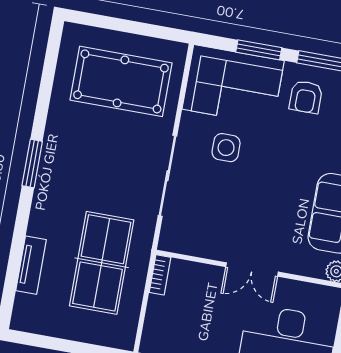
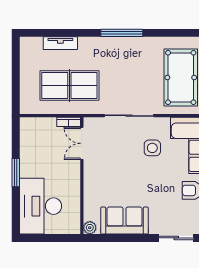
window: (32, 164) -> (122, 33), width x1.44
double door: (252, 269) -> (82, 143), moved

